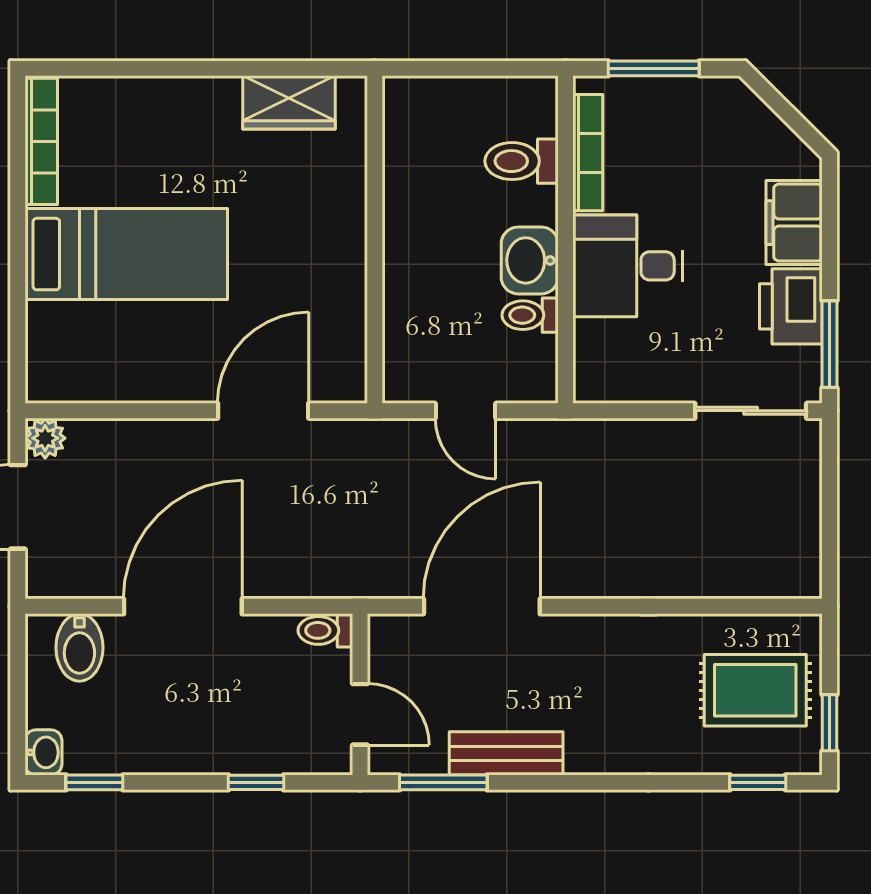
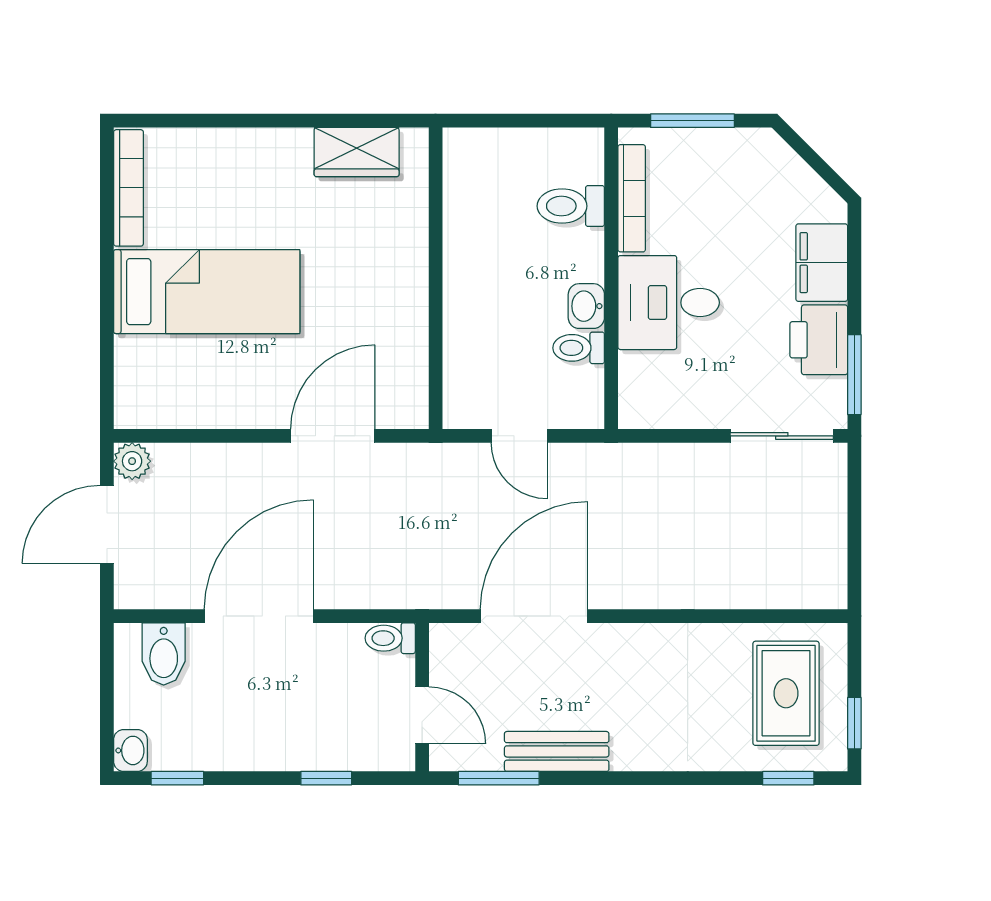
washbasin: (530, 260) -> (586, 306), width x0.72, depth x0.69
rug: (755, 690) -> (786, 693), turned 90

